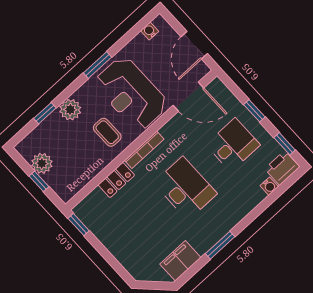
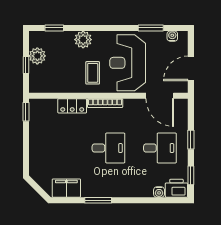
window: (97, 65) -> (151, 28), moved
window: (45, 113) -> (54, 28), moved
desk: (185, 188) -> (108, 148), width x0.73

